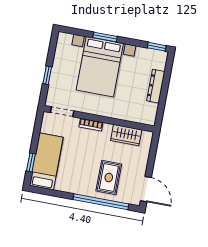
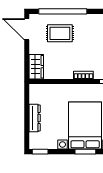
wardrobe: (126, 135) -> (36, 67), moved, turned 90
rug: (109, 177) -> (60, 33), turned 90

